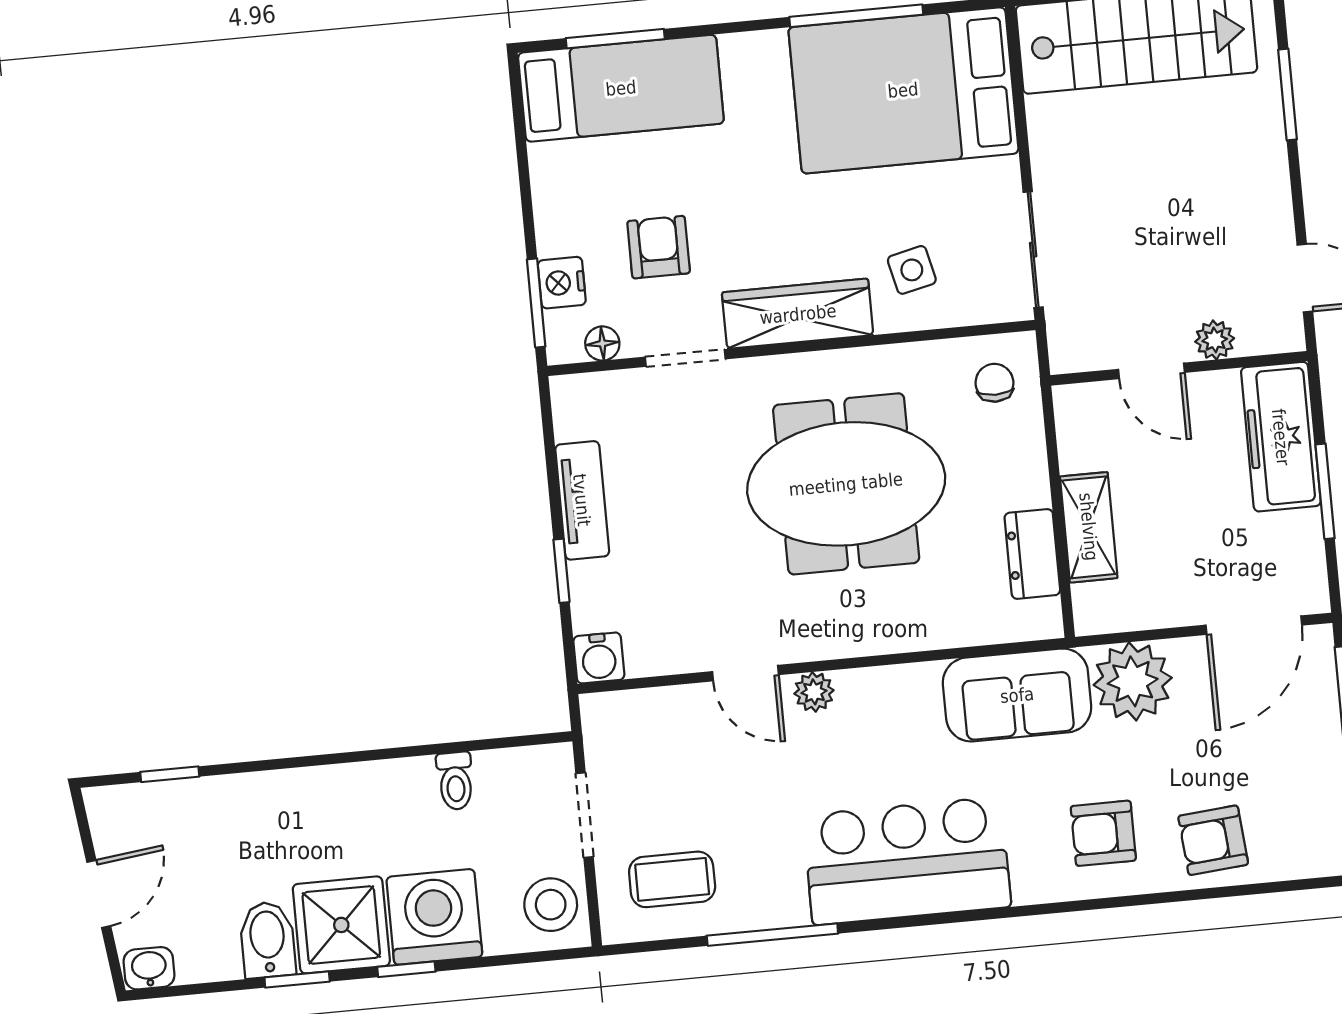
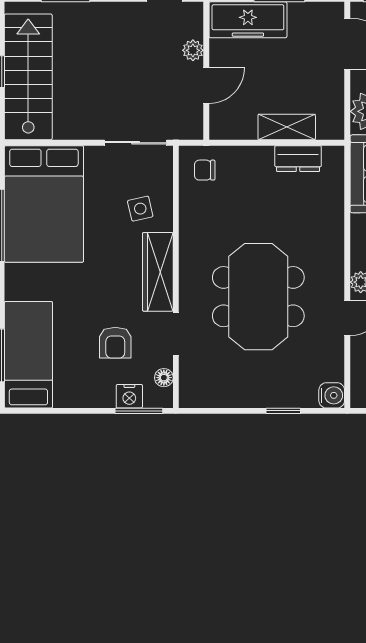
armchair: (659, 247) -> (115, 343), turned -90
meeting table: (846, 484) -> (258, 297), moved
tv unit: (582, 500) -> (247, 396), removed

